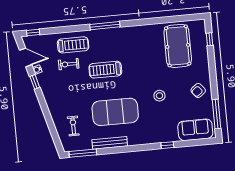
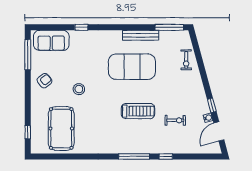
window: (33, 32) -> (166, 156), moved
treadmill: (73, 45) -> (169, 140), removed
door: (26, 57) -> (219, 131), hinge flipped
stool: (159, 96) -> (79, 89), moved
exercise bike: (73, 126) -> (186, 60), moved

